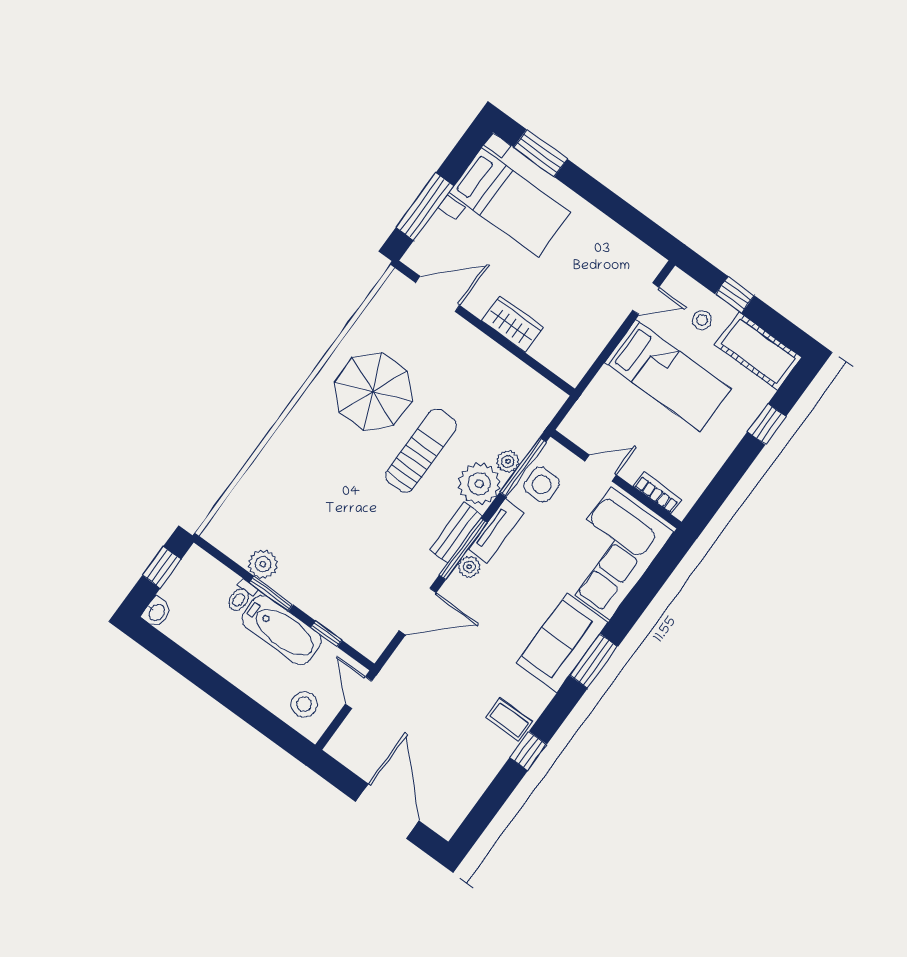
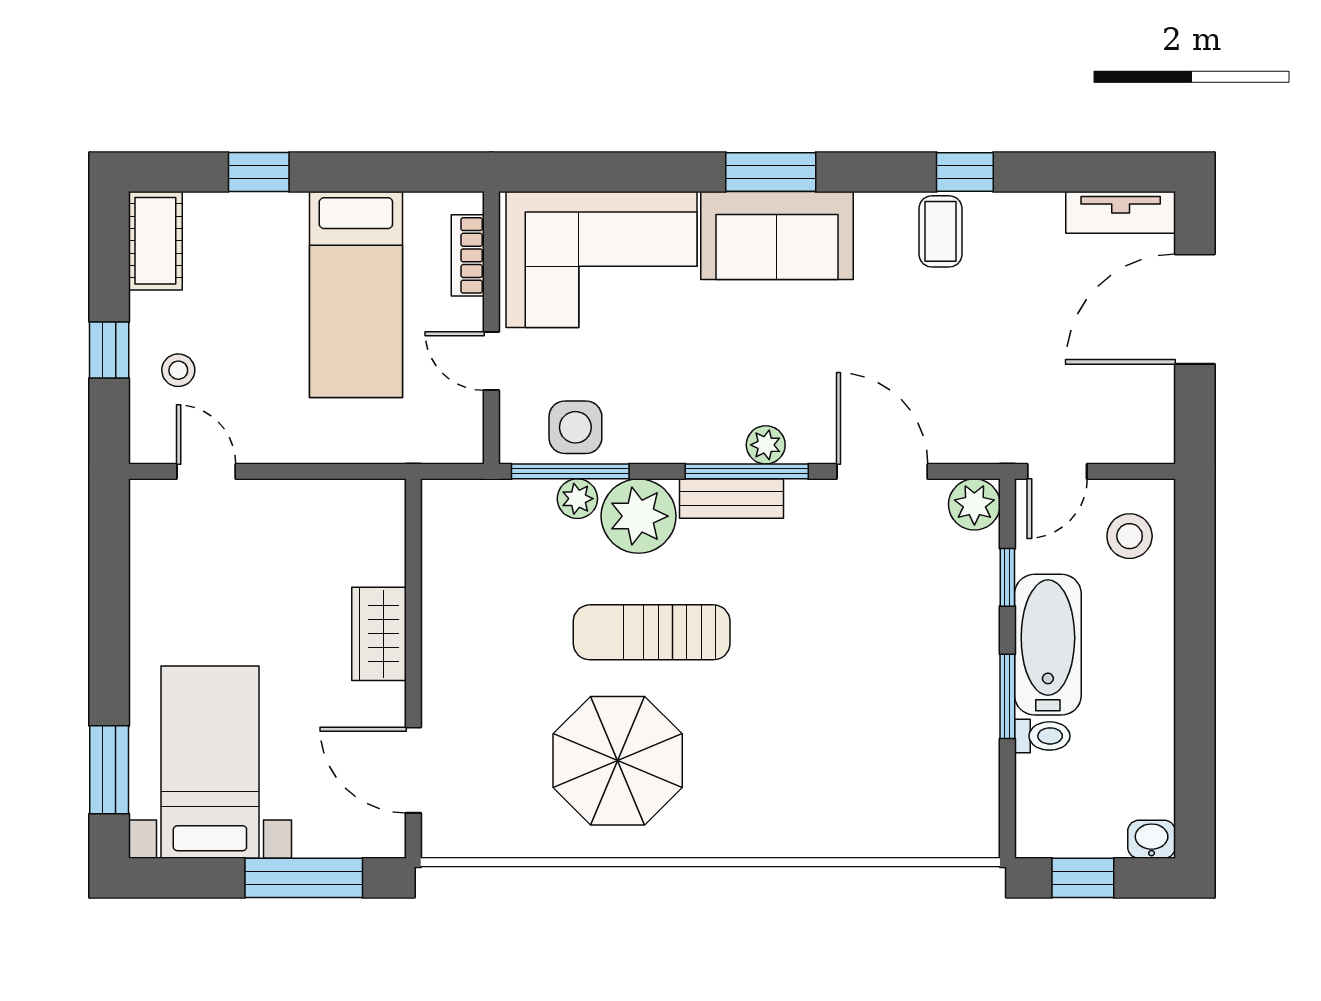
cot: (758, 351) -> (155, 241), width x0.73, depth x0.75
bed: (668, 376) -> (356, 295), moved, turned 180
tv unit: (496, 531) -> (1121, 212), moved, turned 180
plant: (263, 564) -> (974, 504), moved

